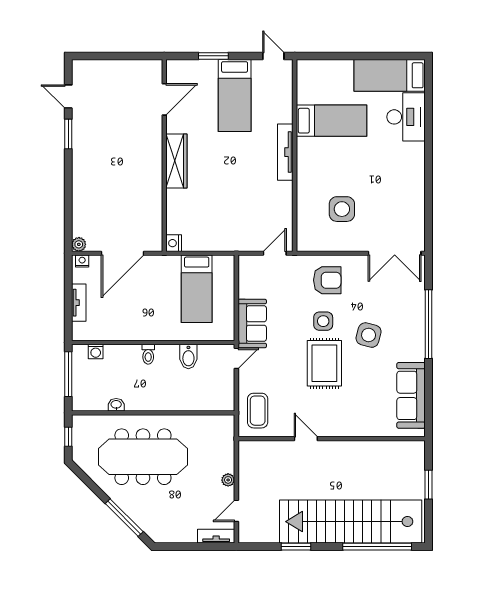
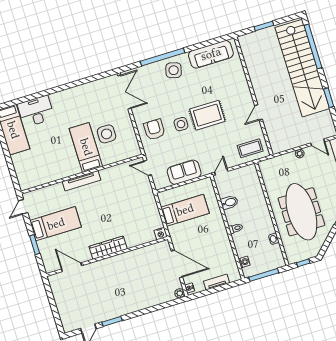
bed: (331, 121) -> (86, 147), moved
sofa: (252, 323) -> (184, 172), moved
side table: (369, 335) -> (174, 70), moved
door: (236, 358) -> (221, 172), hinge flipped

